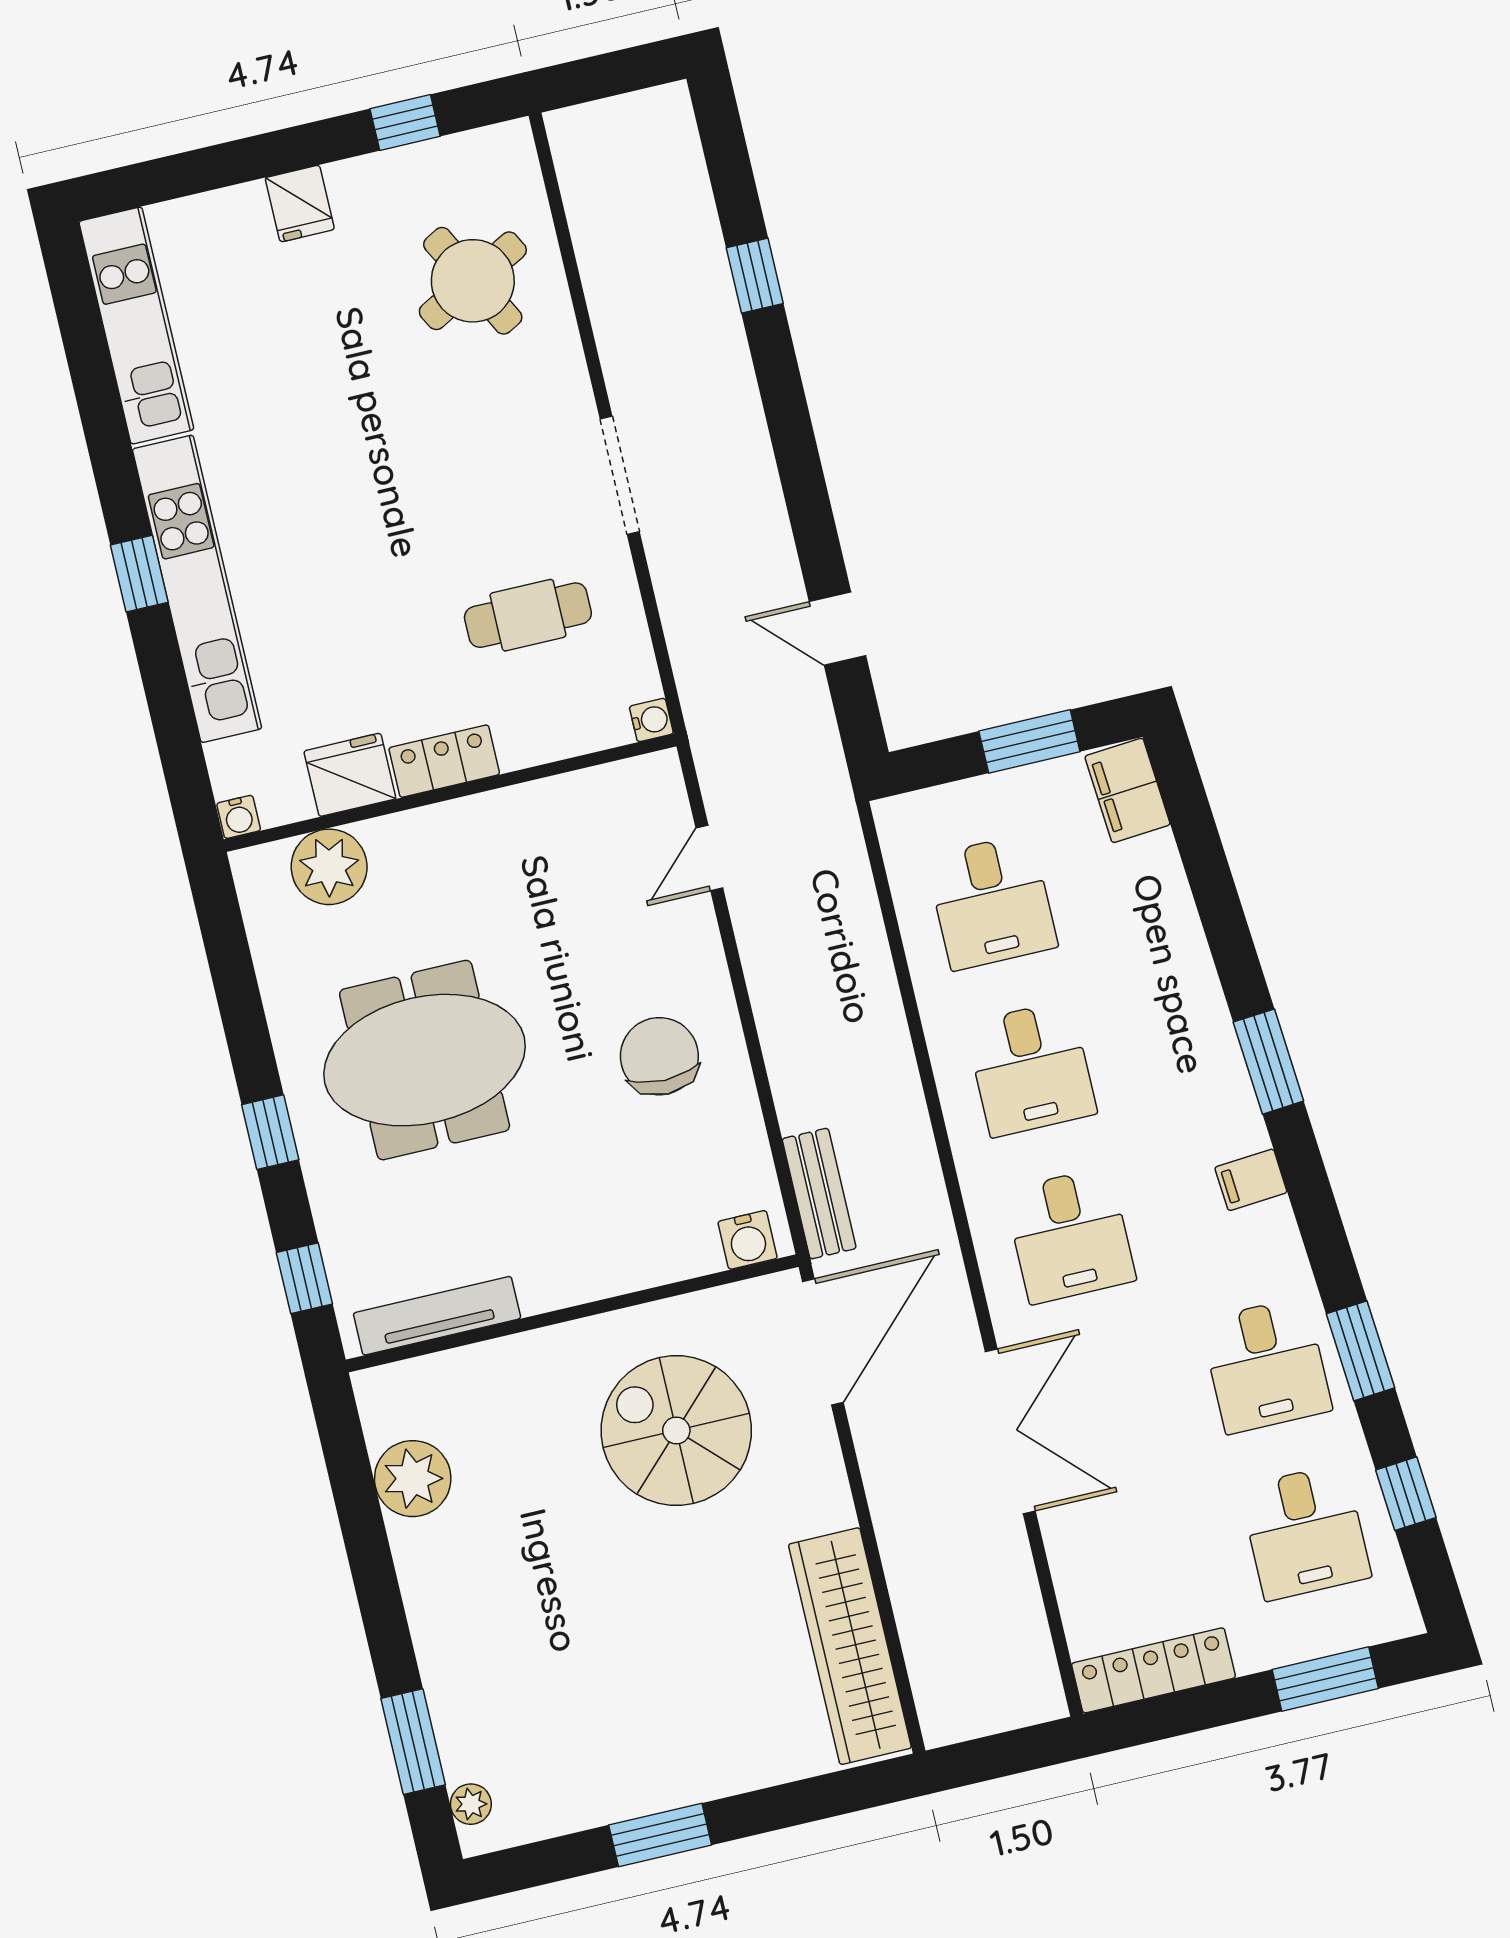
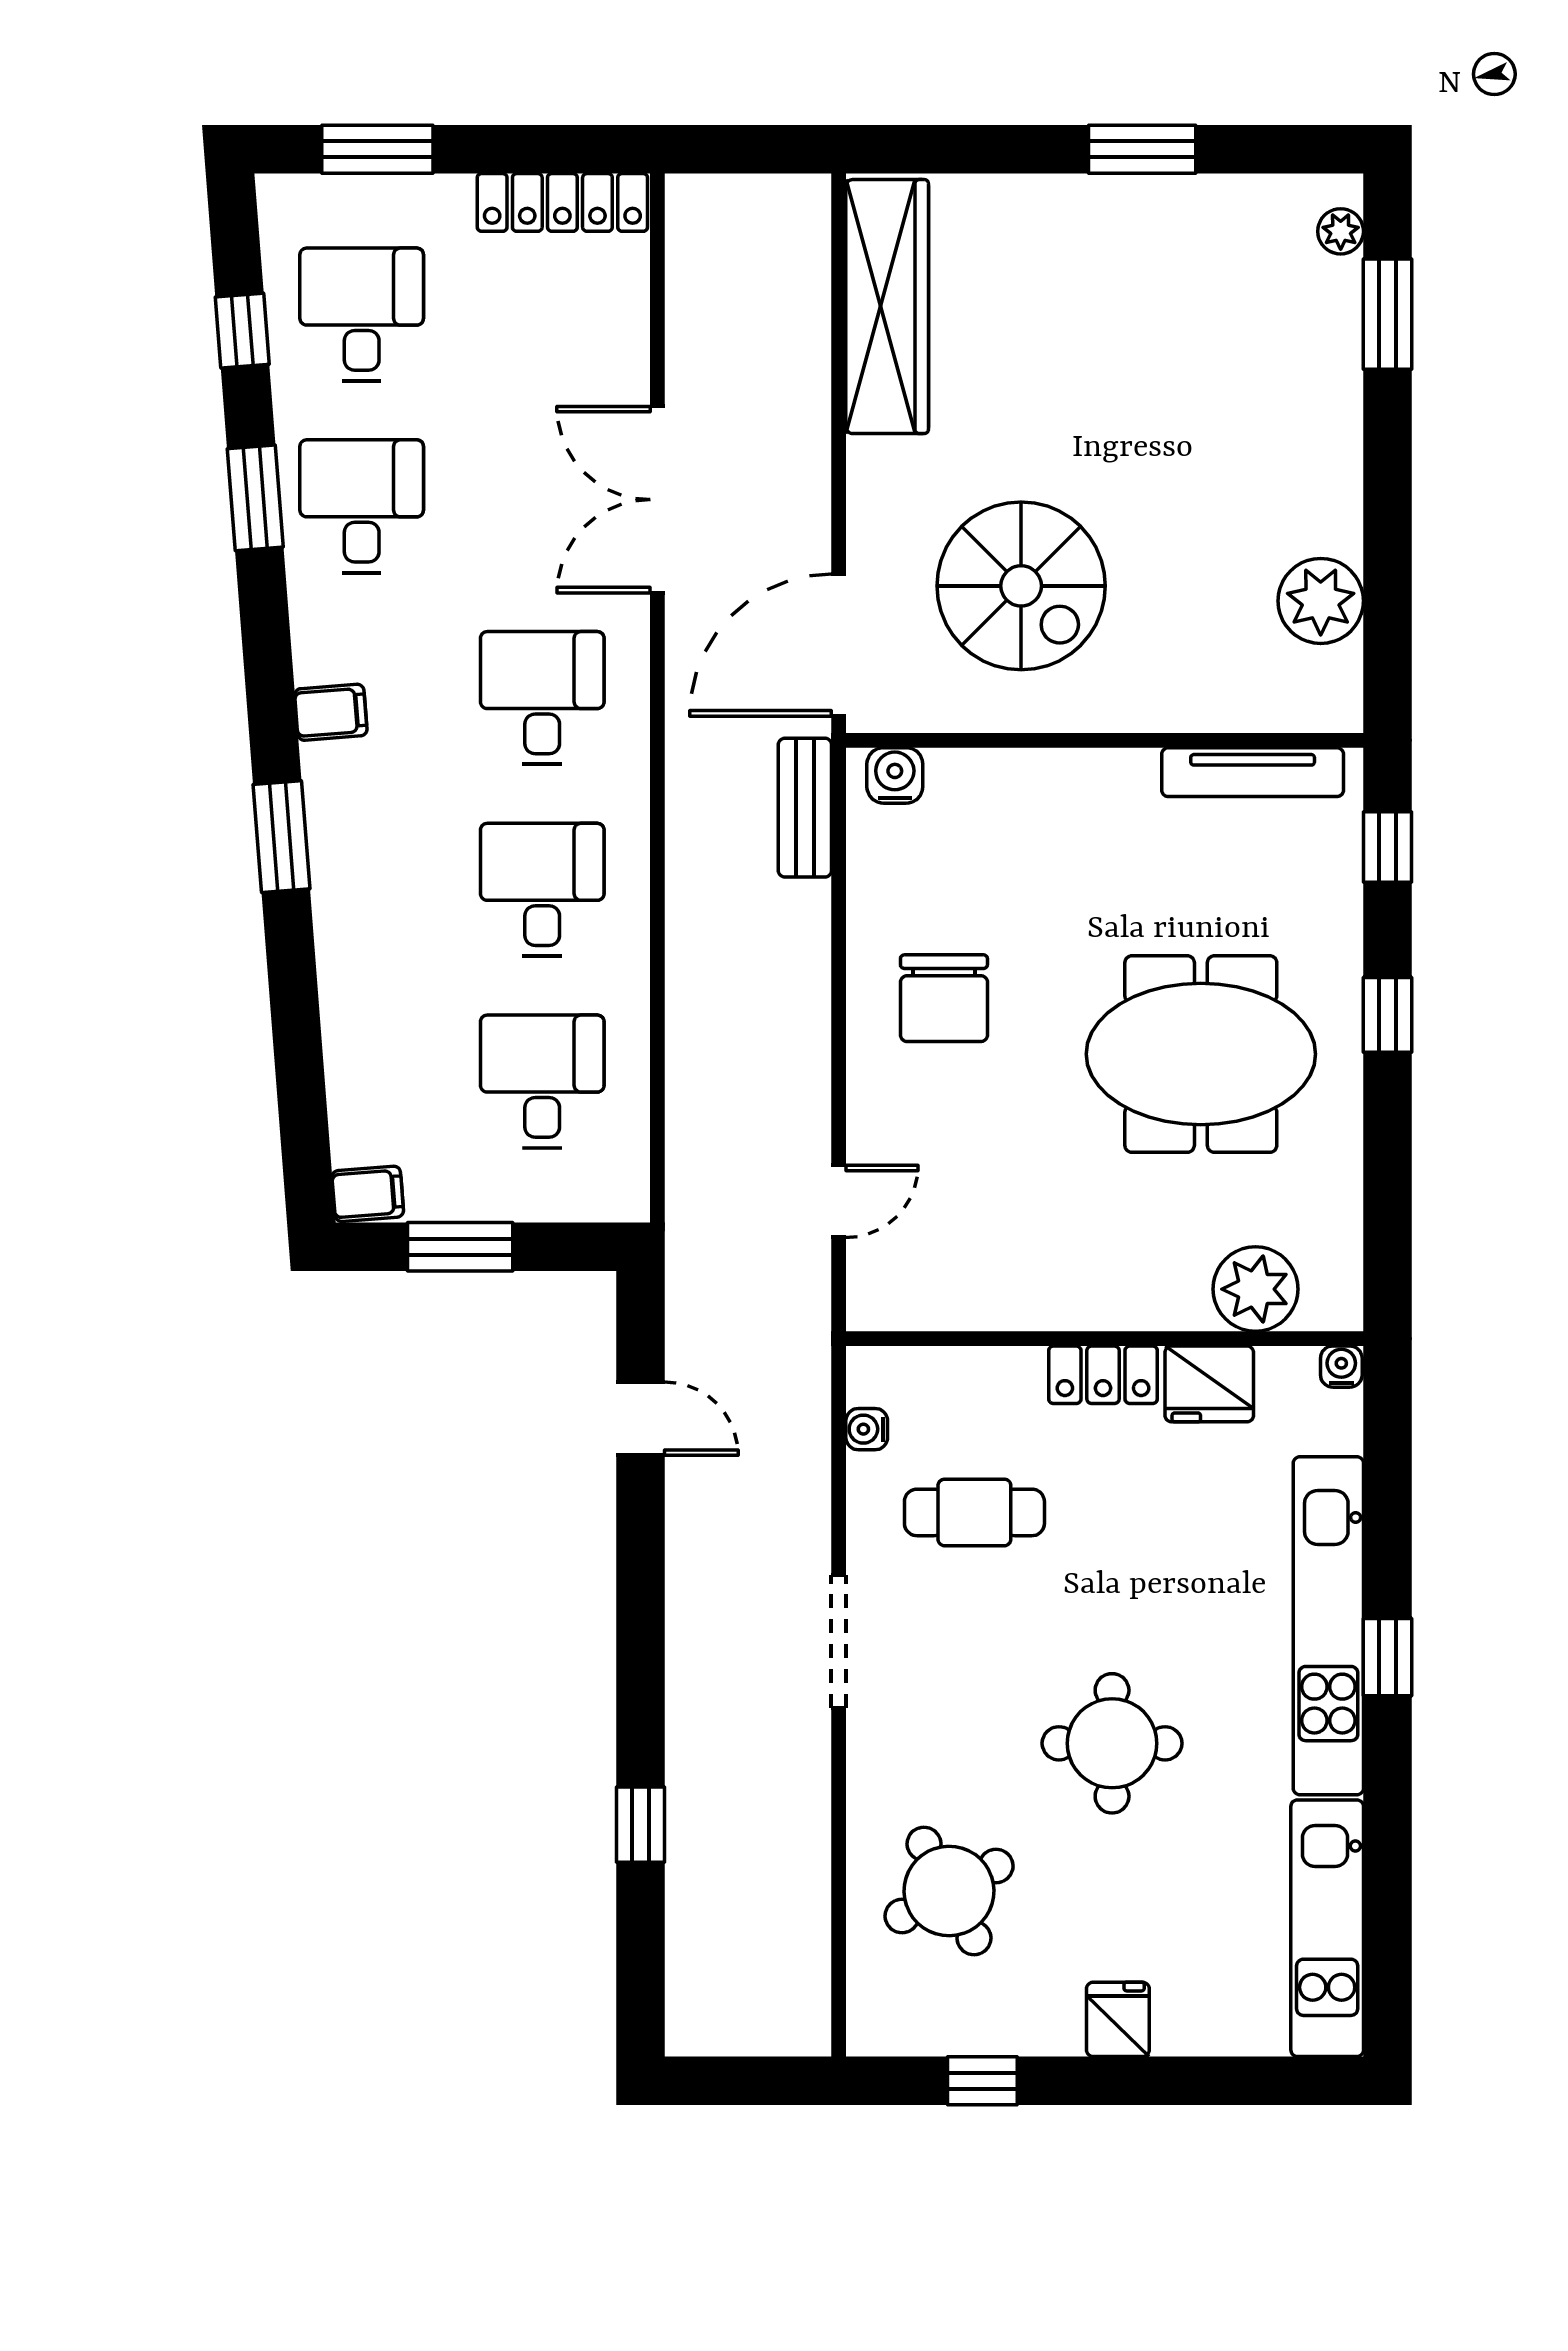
round table: (361, 442) -> (1112, 1743), added
water cooler: (651, 720) -> (867, 1429), moved
filing cabinet: (1127, 790) -> (368, 1194), width x0.50

